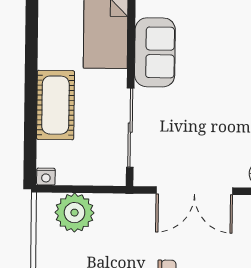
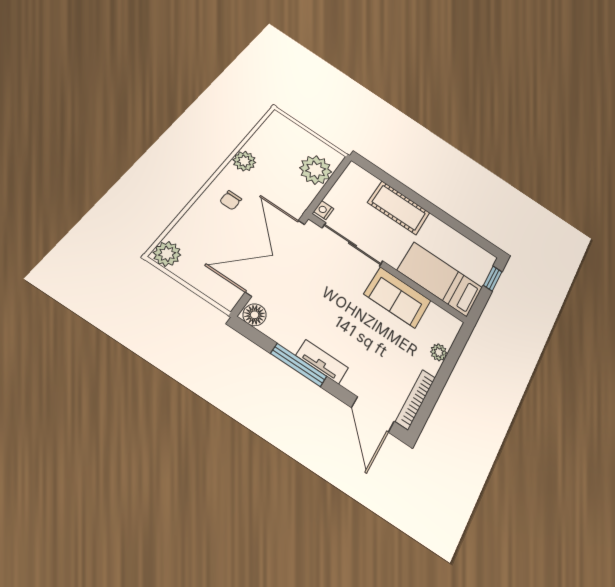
nightstand: (46, 177) -> (324, 210), moved
double door: (194, 191) -> (276, 257), width x1.36

